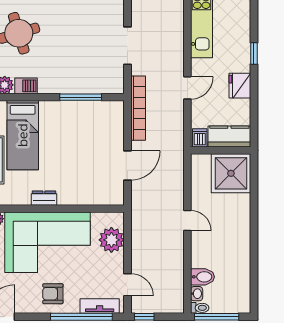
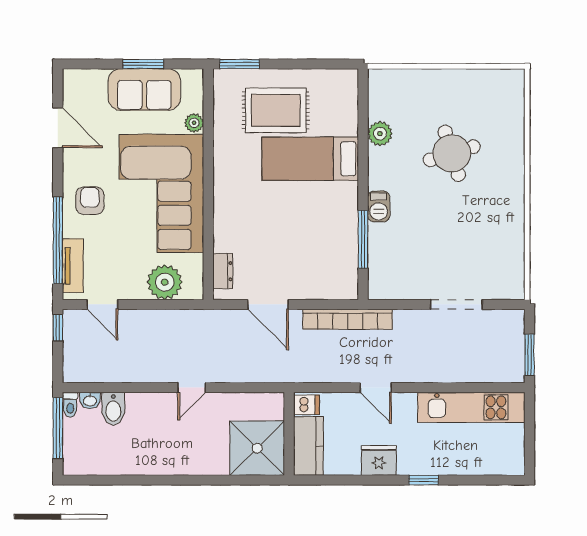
doorway: (127, 46) -> (456, 304), moved
barbecue: (26, 86) -> (379, 206), moved
dresser: (44, 198) -> (223, 271), moved
door: (127, 285) -> (102, 304), hinge flipped

